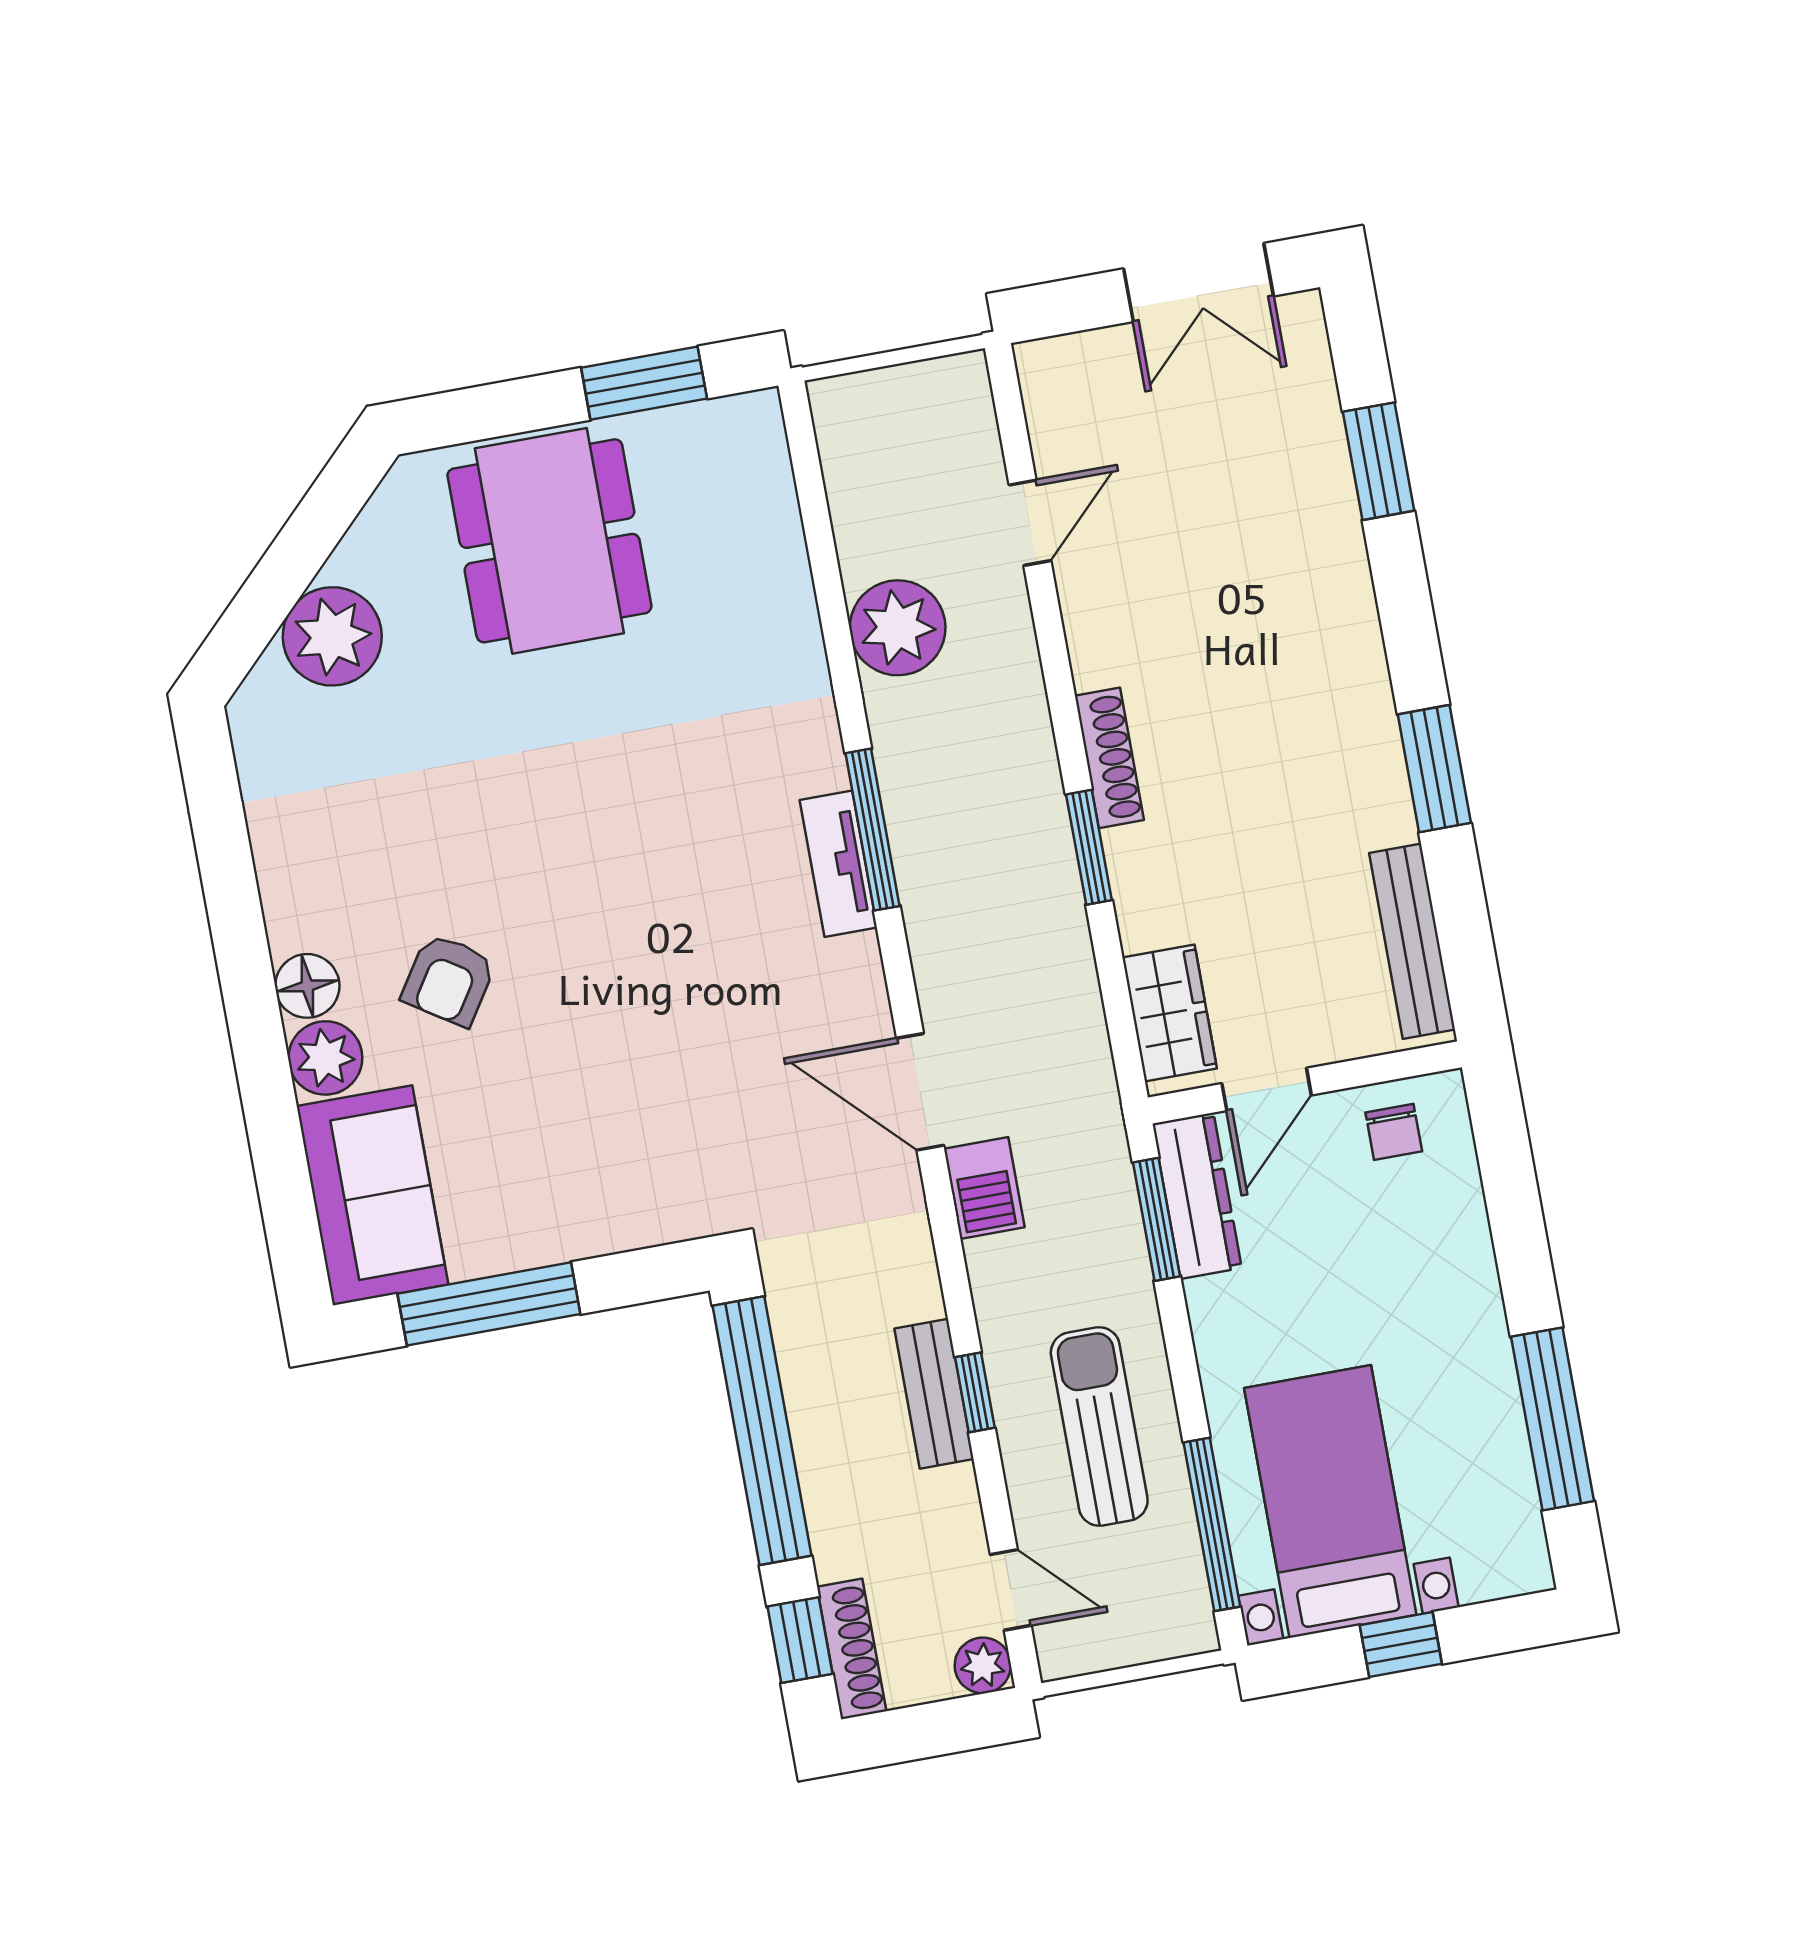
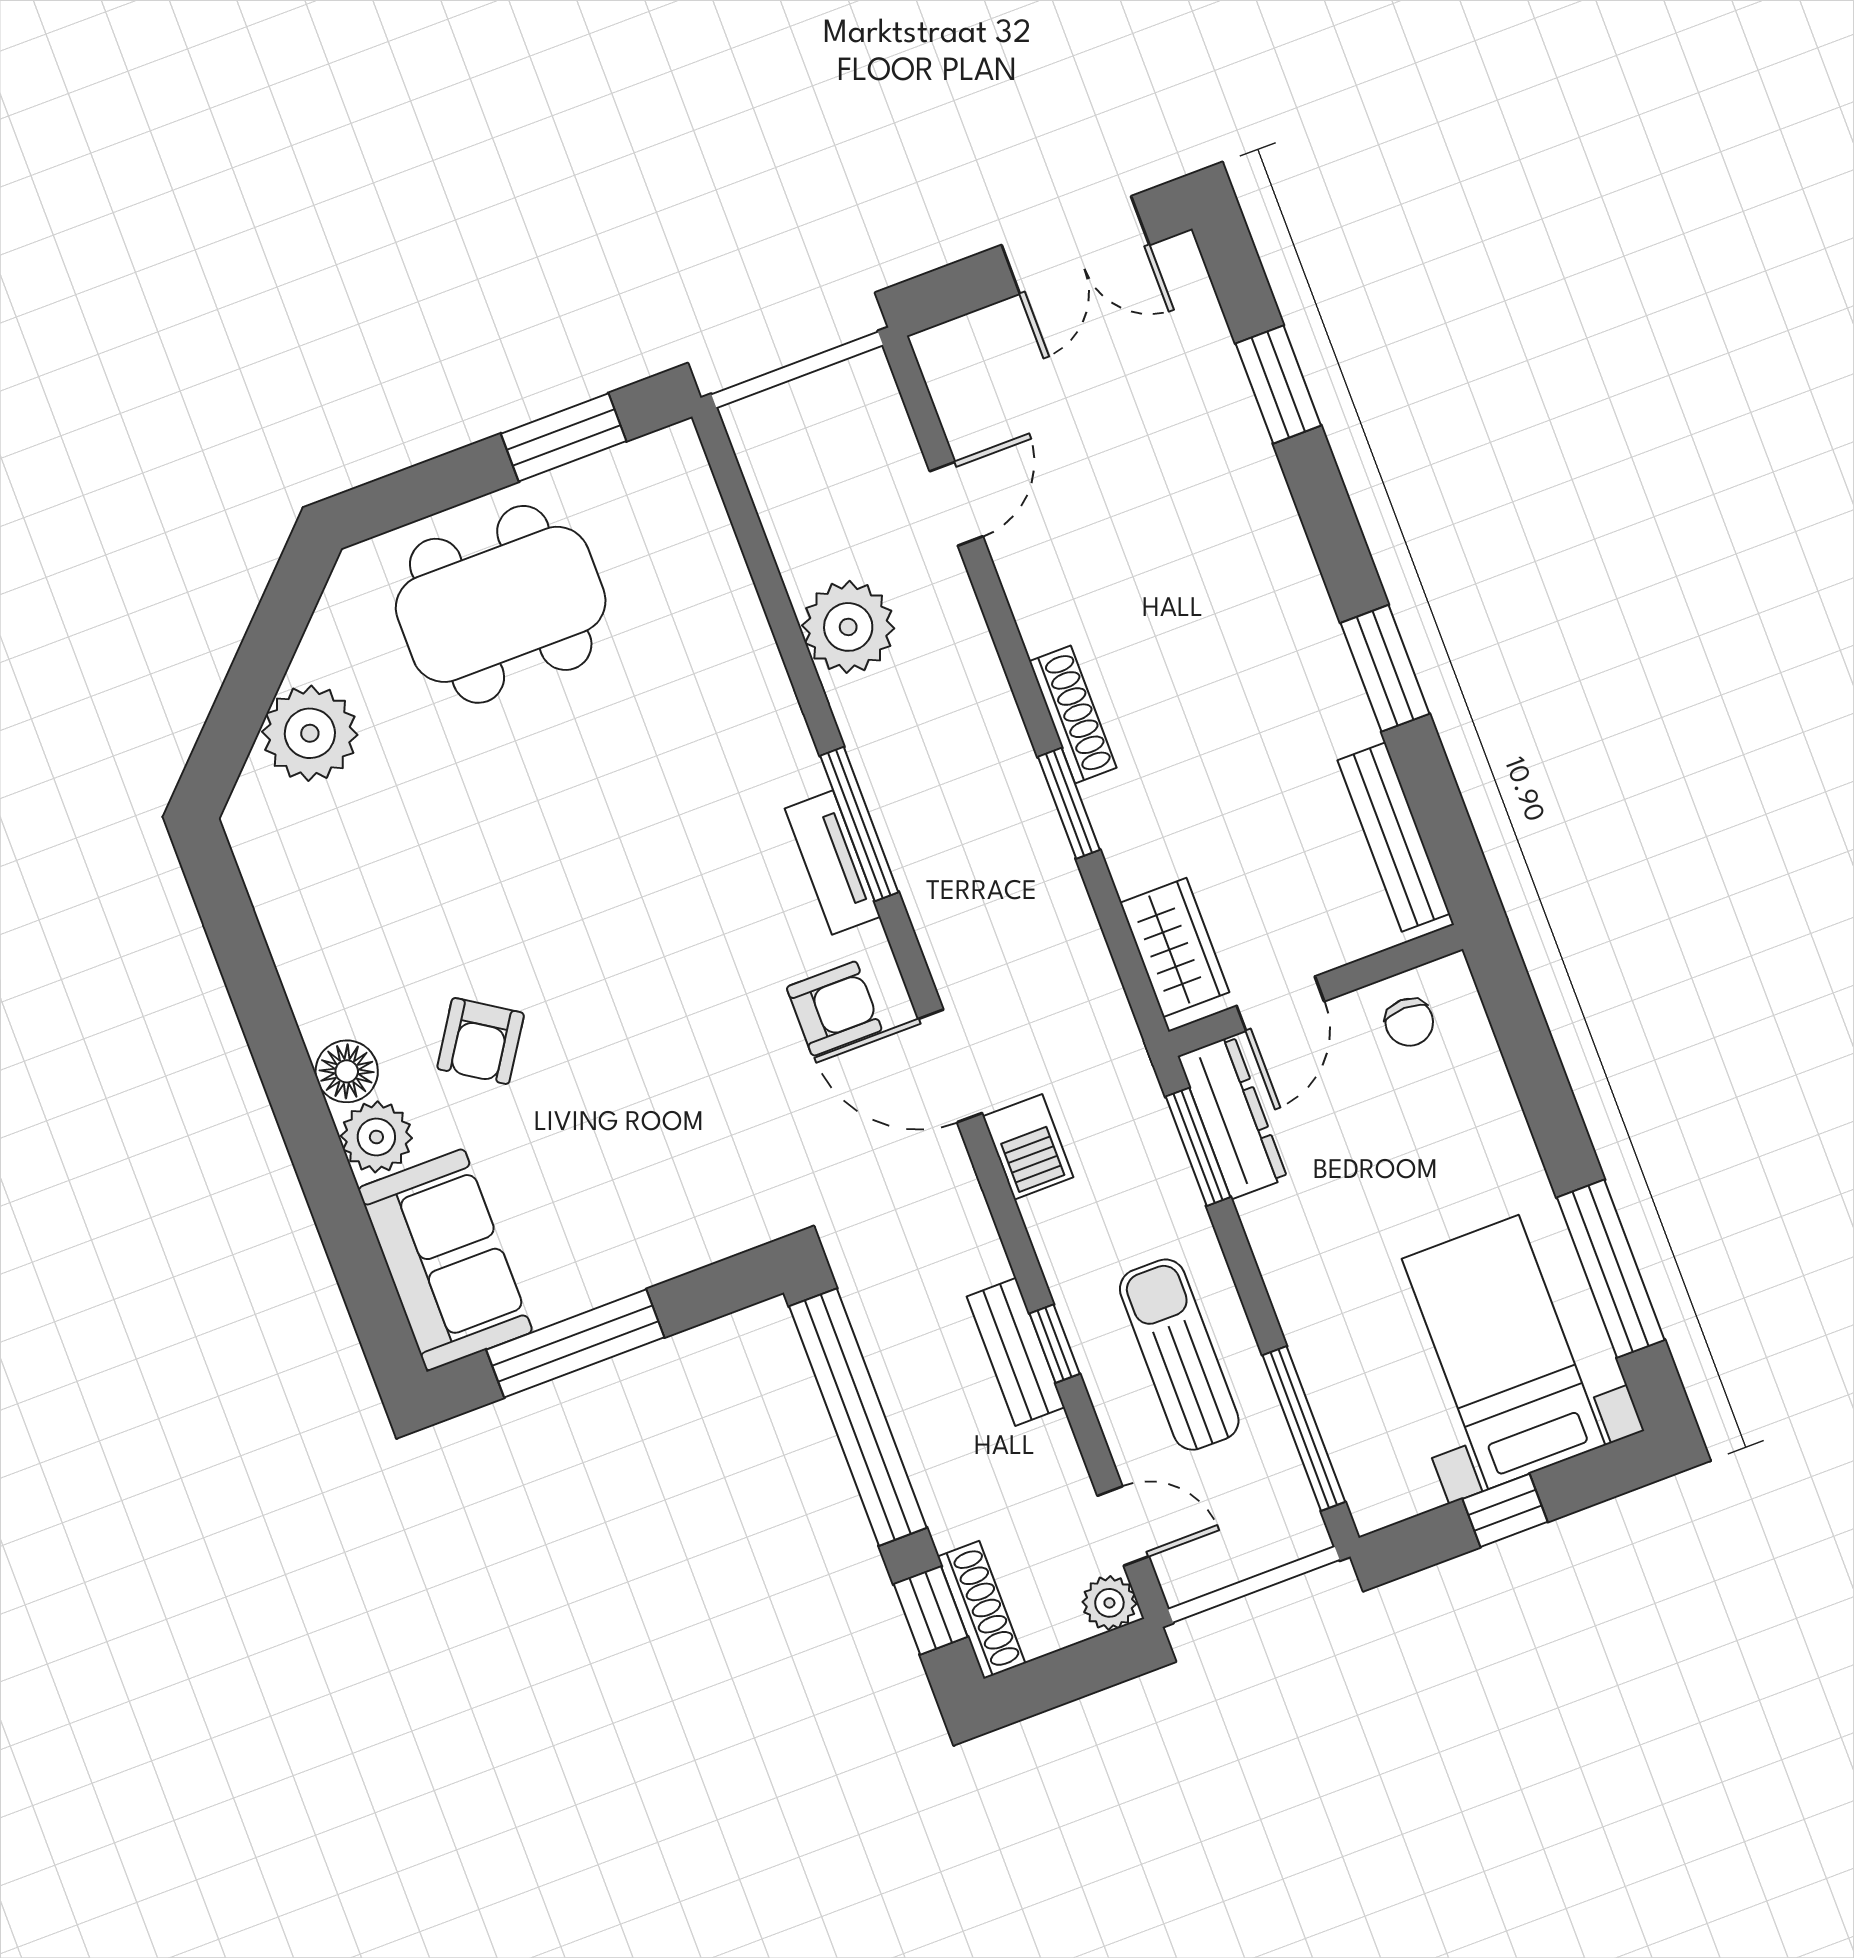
dining table: (549, 541) -> (501, 604), turned 90
armchair: (813, 1012) -> (834, 1009), added
bed with nightstands: (1330, 1501) -> (1503, 1352), moved

